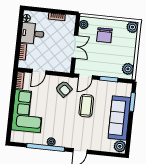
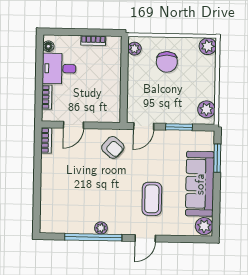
double door: (75, 47) -> (124, 83), removed
coffee table: (86, 106) -> (152, 199), moved
corner sofa: (28, 111) -> (62, 185), removed

